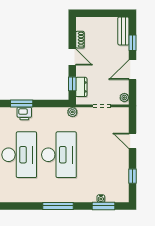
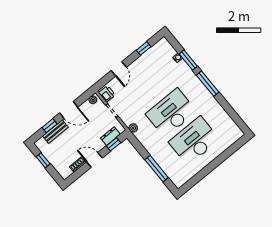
window: (108, 13) -> (43, 160), added
bench: (123, 31) -> (55, 132), moved
door: (72, 57) -> (94, 160), hinge flipped
window: (22, 104) -> (157, 169), width x1.44
printer: (24, 114) -> (107, 94), moved
window: (104, 206) -> (188, 60), moved

